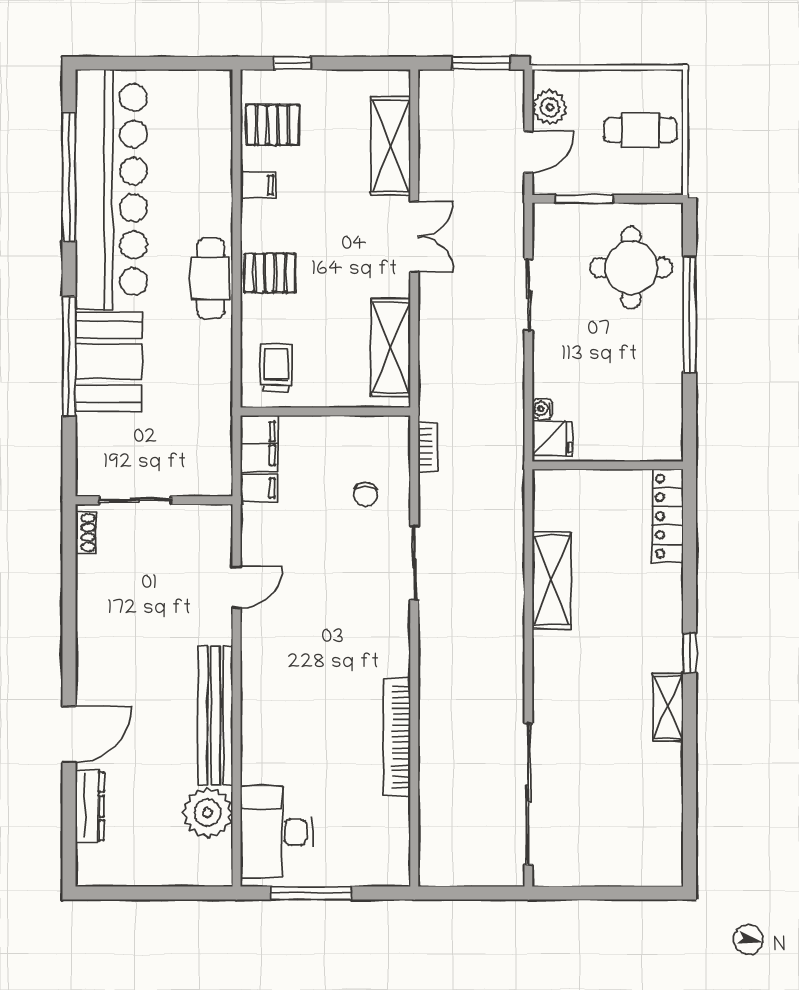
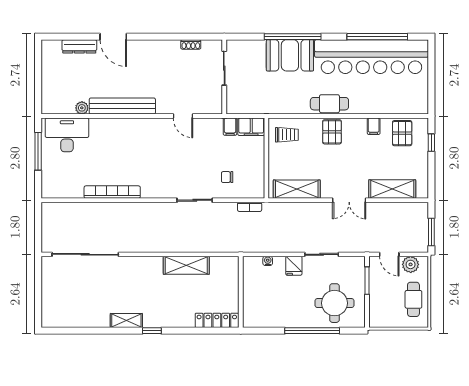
cafe table: (640, 130) -> (413, 299), moved
fridge: (553, 438) -> (294, 266), moved
shoe rack: (86, 532) -> (191, 45), moved
plant: (208, 813) -> (82, 108), width x0.53, depth x0.53

